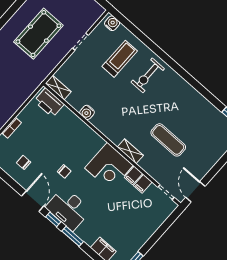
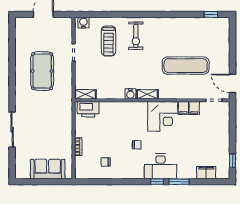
treadmill: (120, 59) -> (108, 41), turned 180
water cooler: (87, 112) -> (130, 94), moved
exercise mat: (168, 140) -> (186, 66), width x1.36, depth x1.45
shelving: (130, 151) -> (147, 94), moved
door: (33, 201) -> (133, 182), removed

